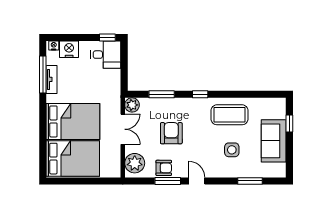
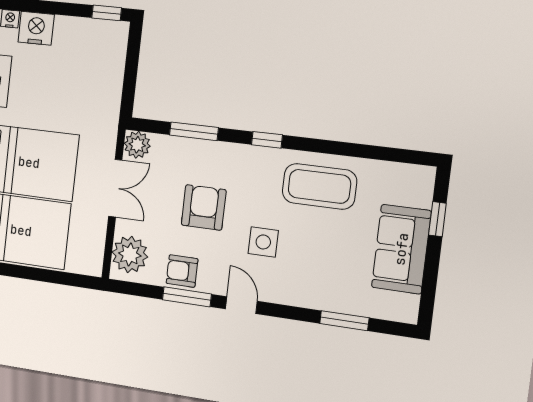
desk: (106, 55) -> (100, 45), removed
side table: (232, 150) -> (263, 242), moved
armchair: (164, 168) -> (182, 271), turned 180

